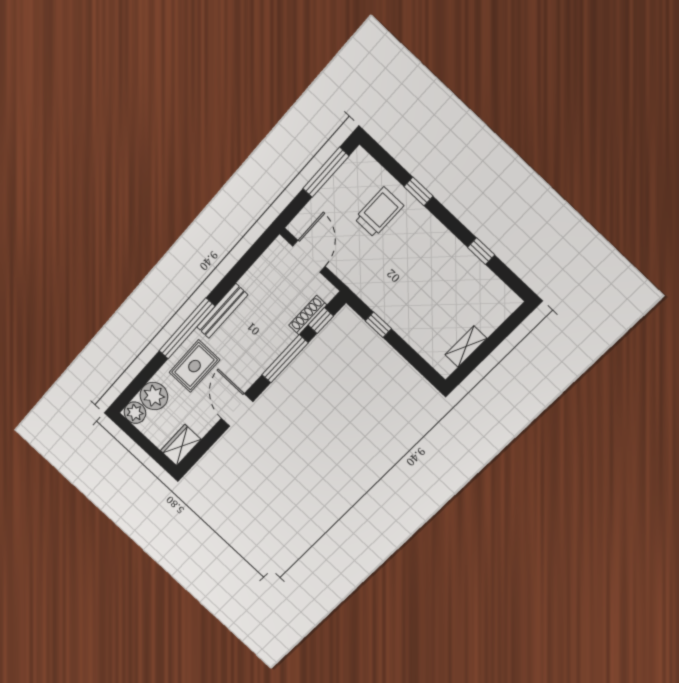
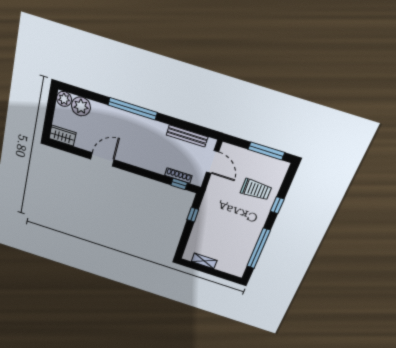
window: (481, 251) -> (258, 248), width x3.17
door: (309, 256) -> (213, 162), hinge flipped
bench: (222, 311) -> (187, 136), moved
window: (285, 359) -> (147, 174), removed
rug: (194, 366) -> (113, 123), removed

